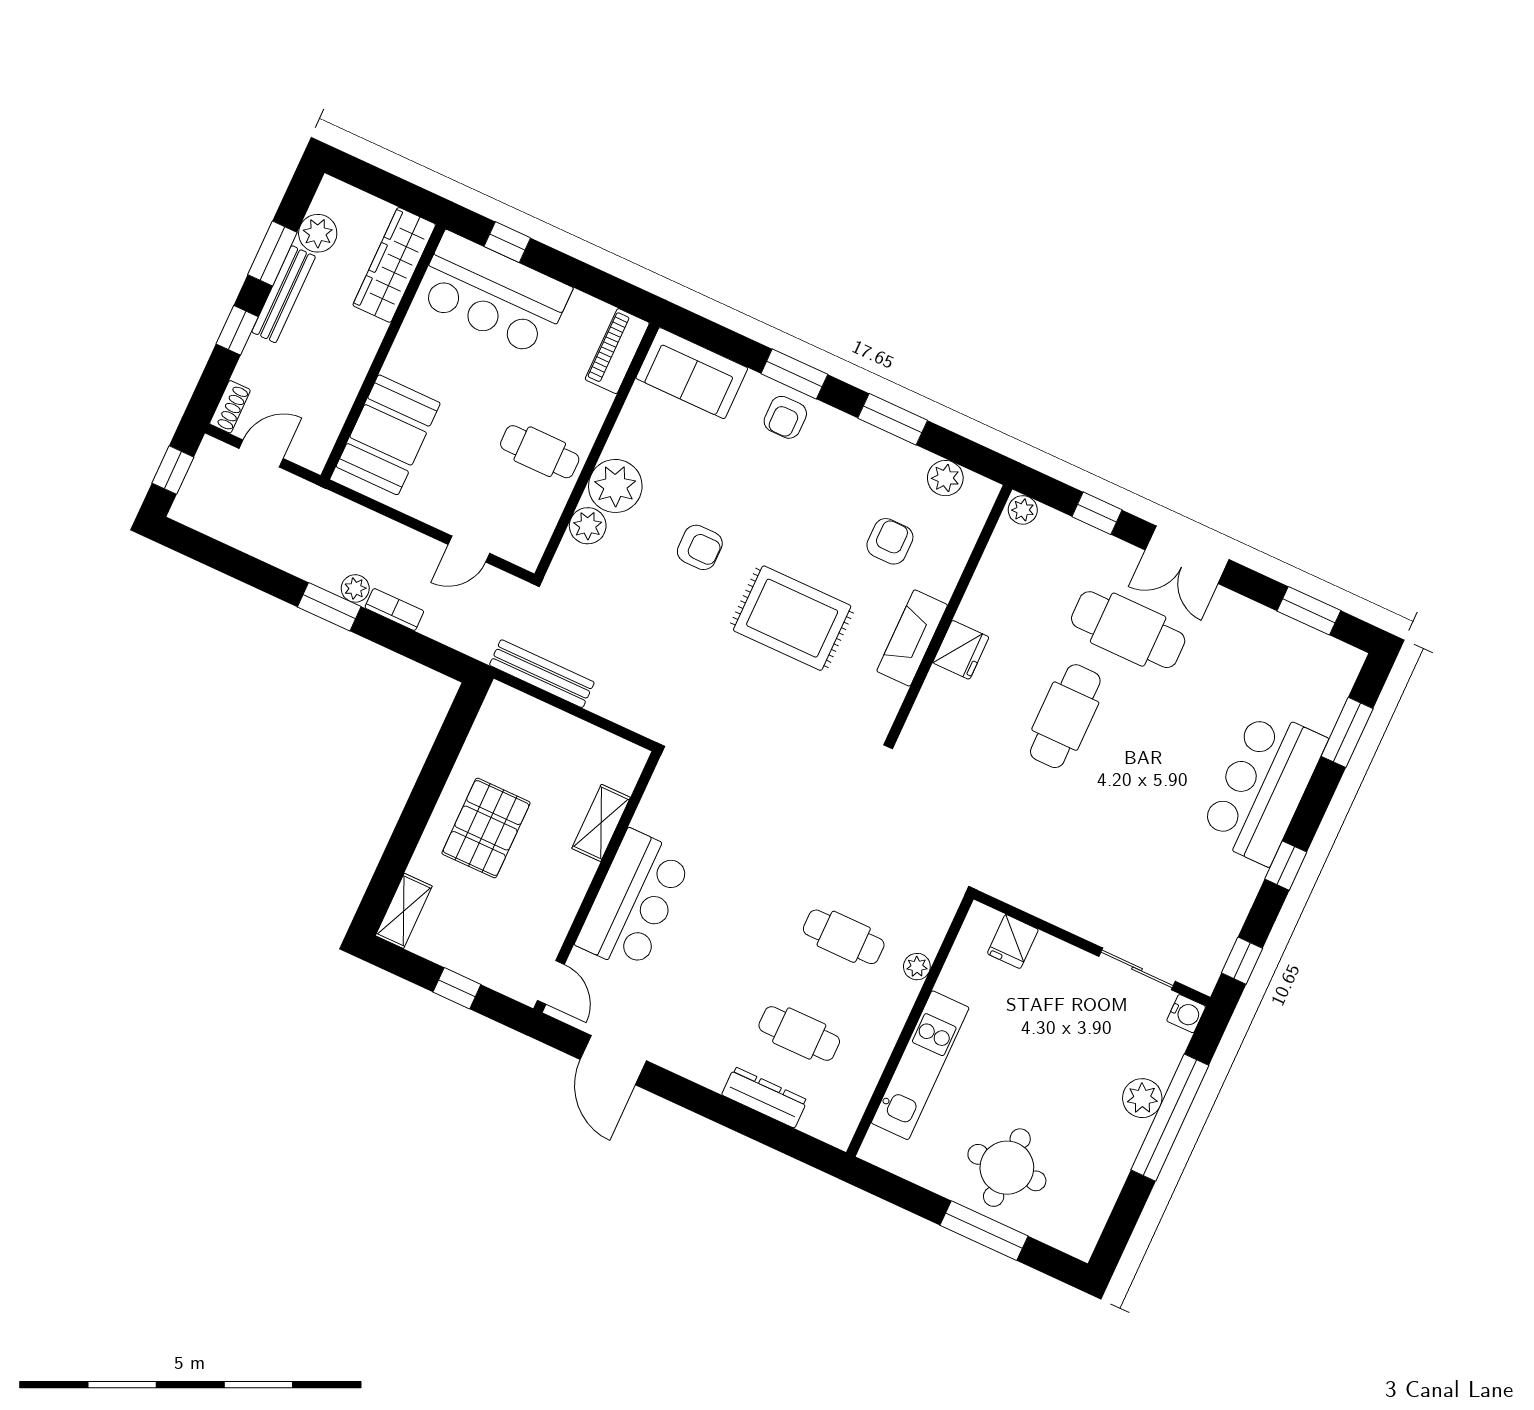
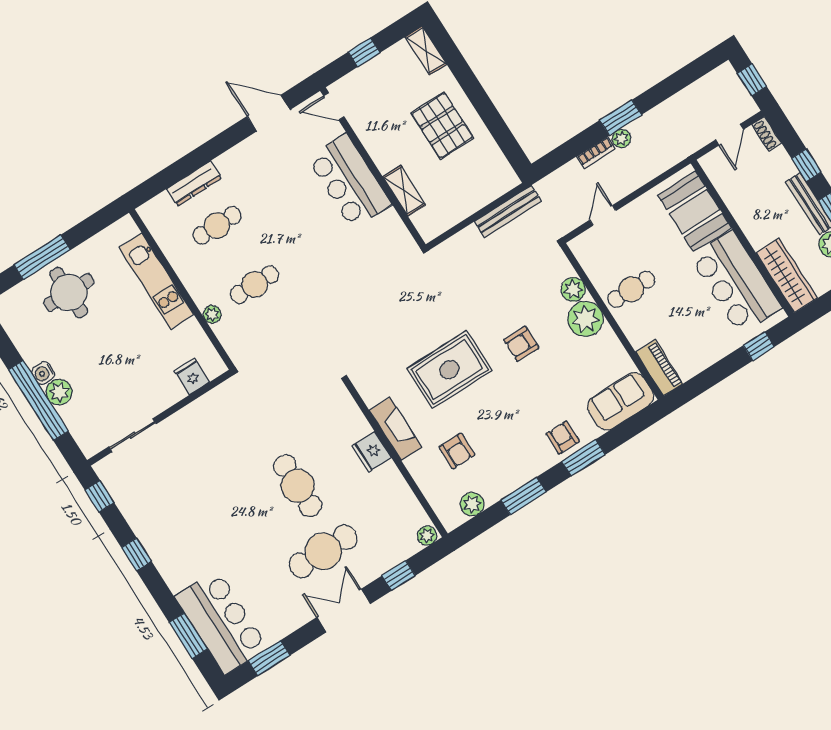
bar counter: (493, 294) -> (736, 282), moved, turned -90
bar counter: (1263, 787) -> (221, 622), moved
water cooler: (1186, 1014) -> (43, 373), moved

